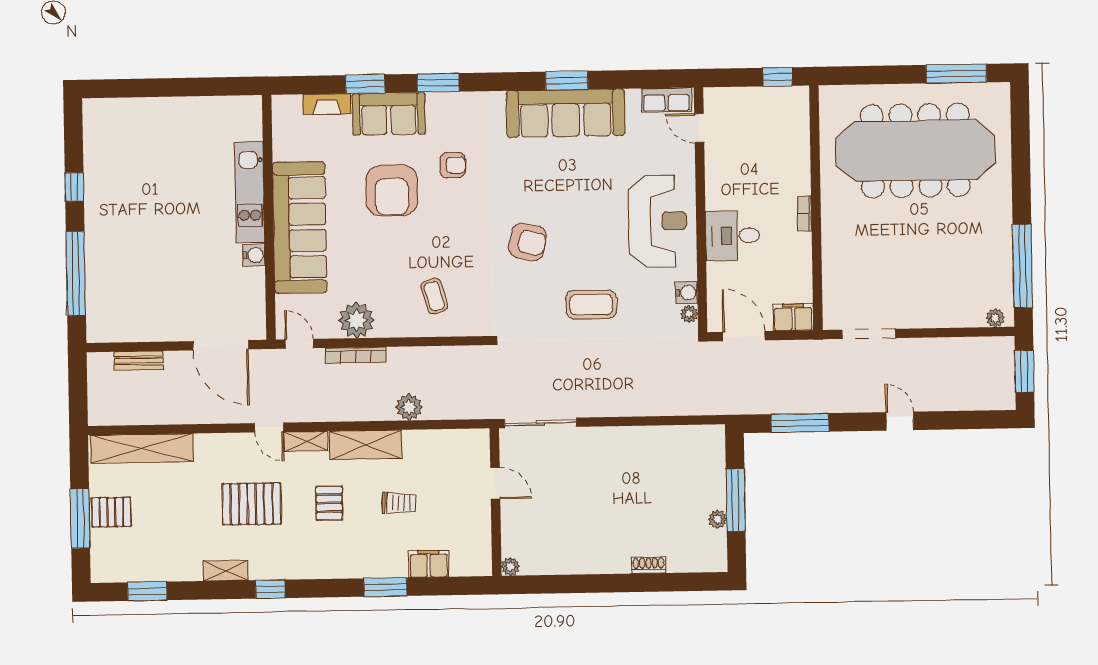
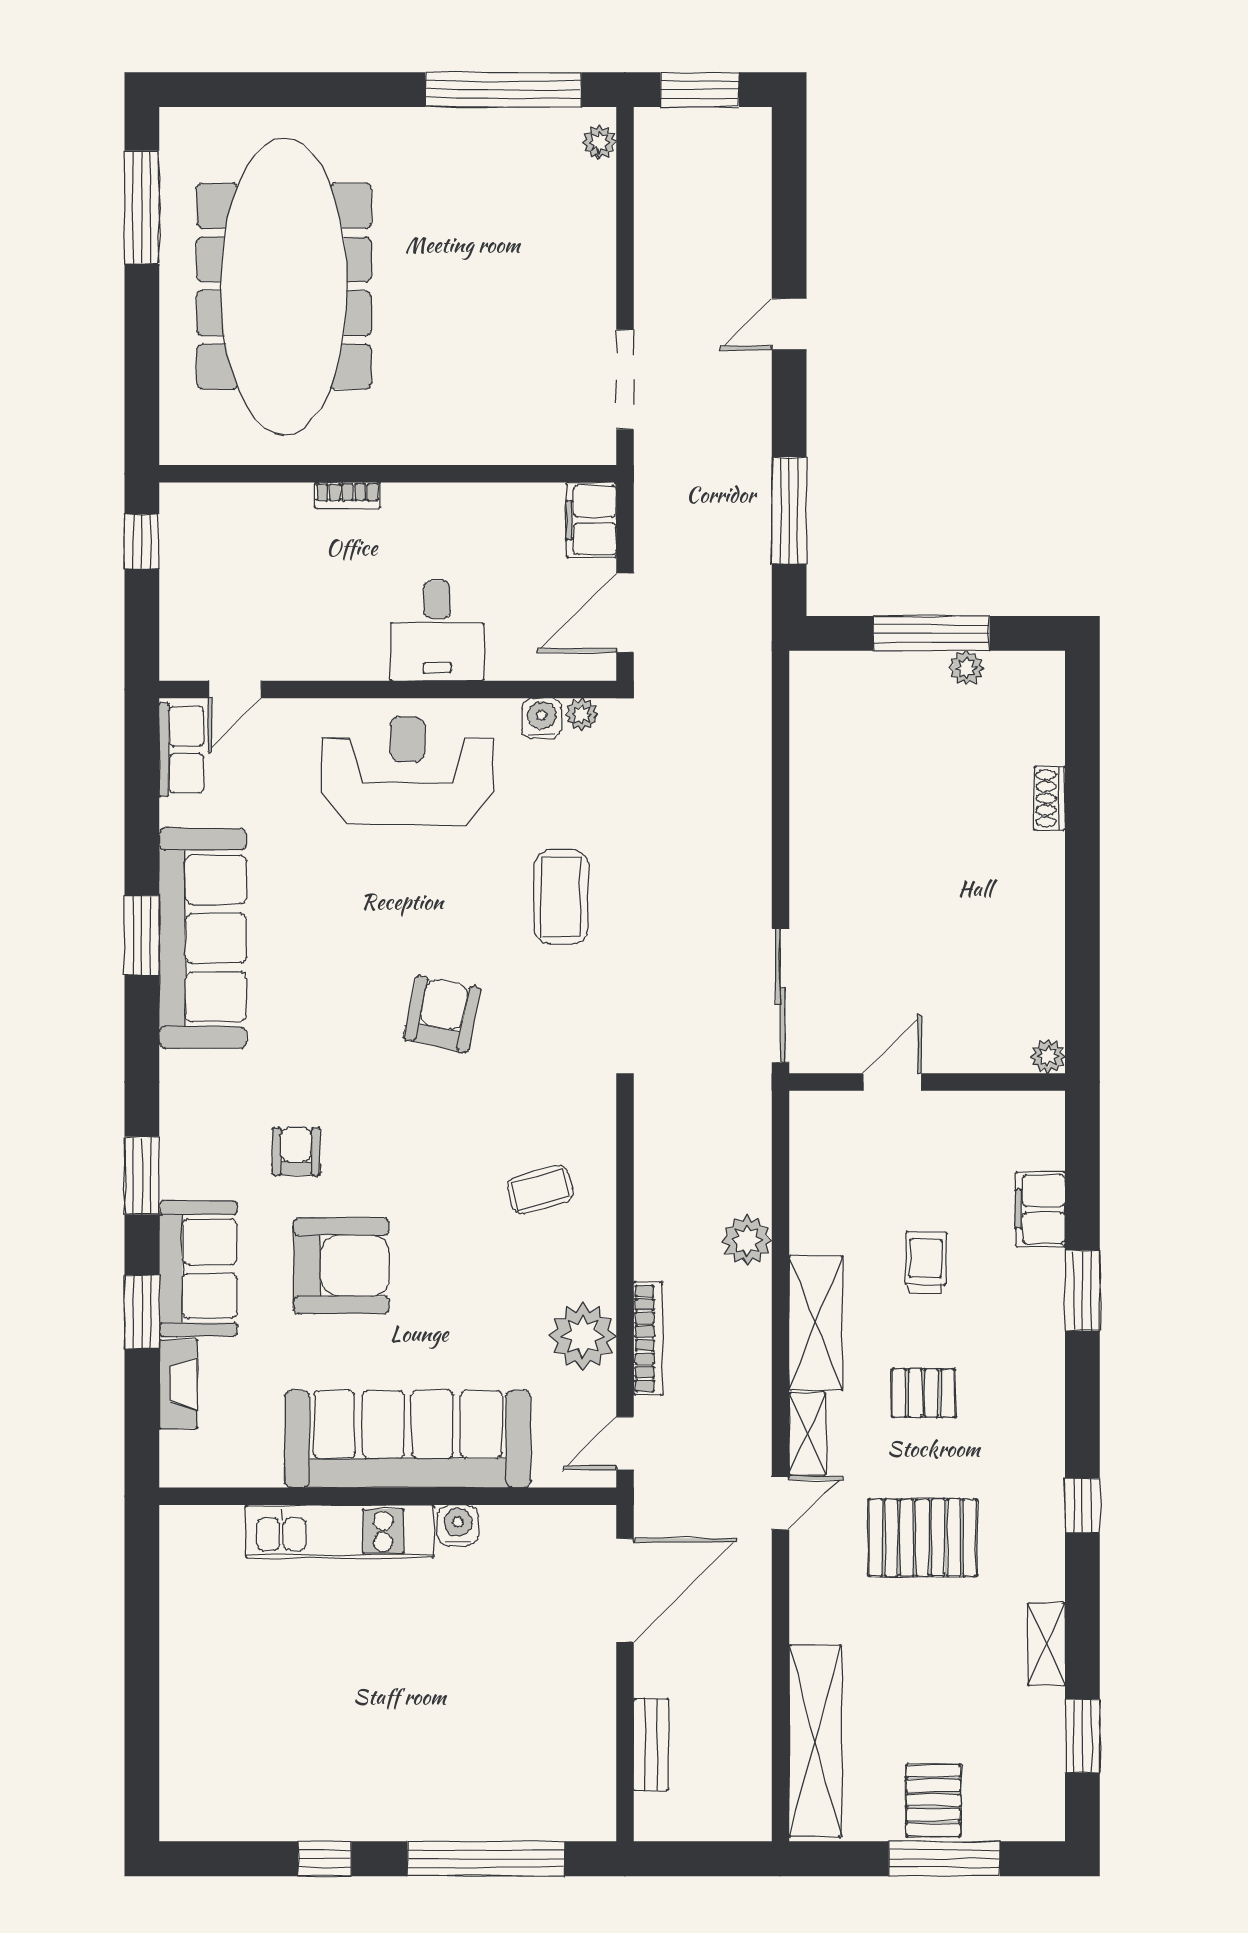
bookcase: (804, 214) -> (348, 495), moved
pallet: (252, 504) -> (922, 1538), turned 90
shelving: (226, 571) -> (1047, 1644), moved

